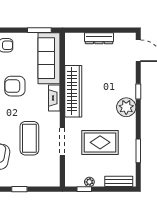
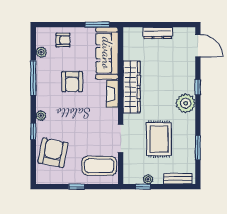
armchair: (15, 86) -> (72, 82), turned -90
coffee table: (29, 138) -> (99, 166), moved, turned 90
rug: (100, 142) -> (159, 139), turned 90

